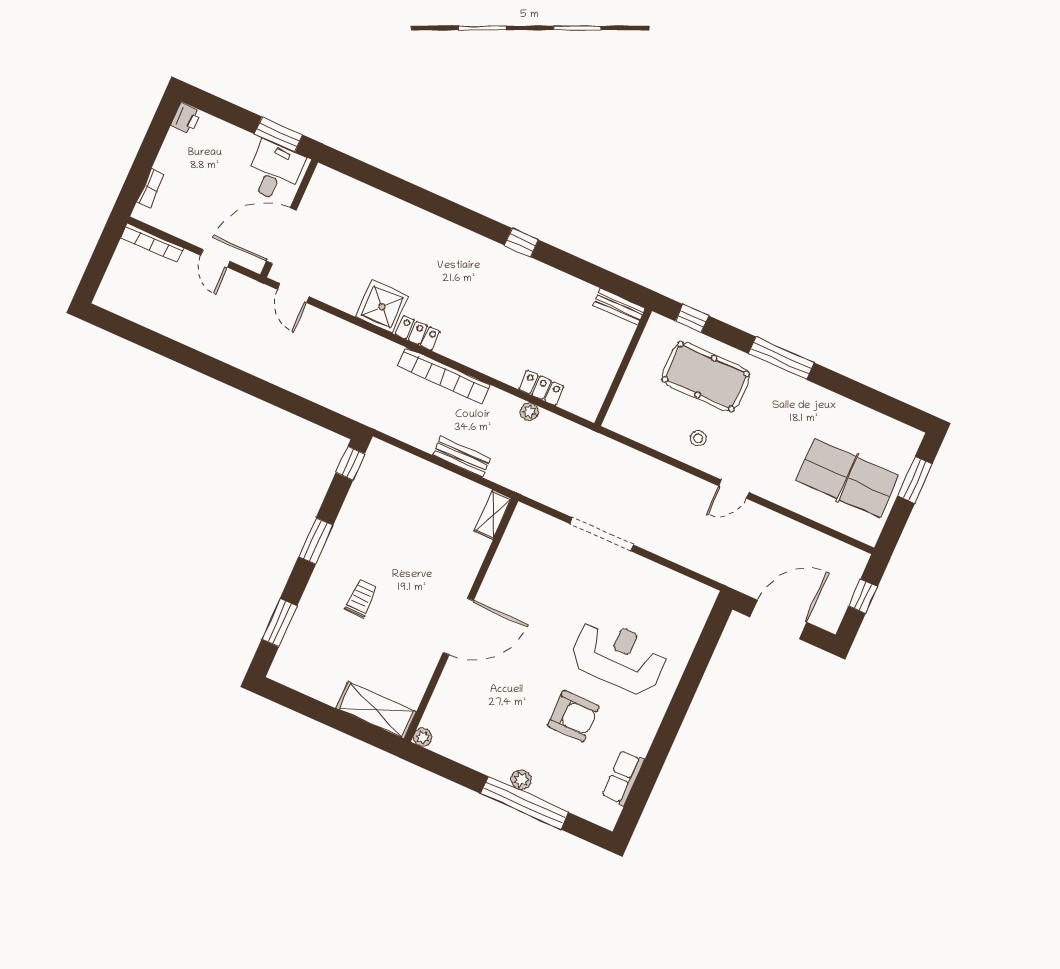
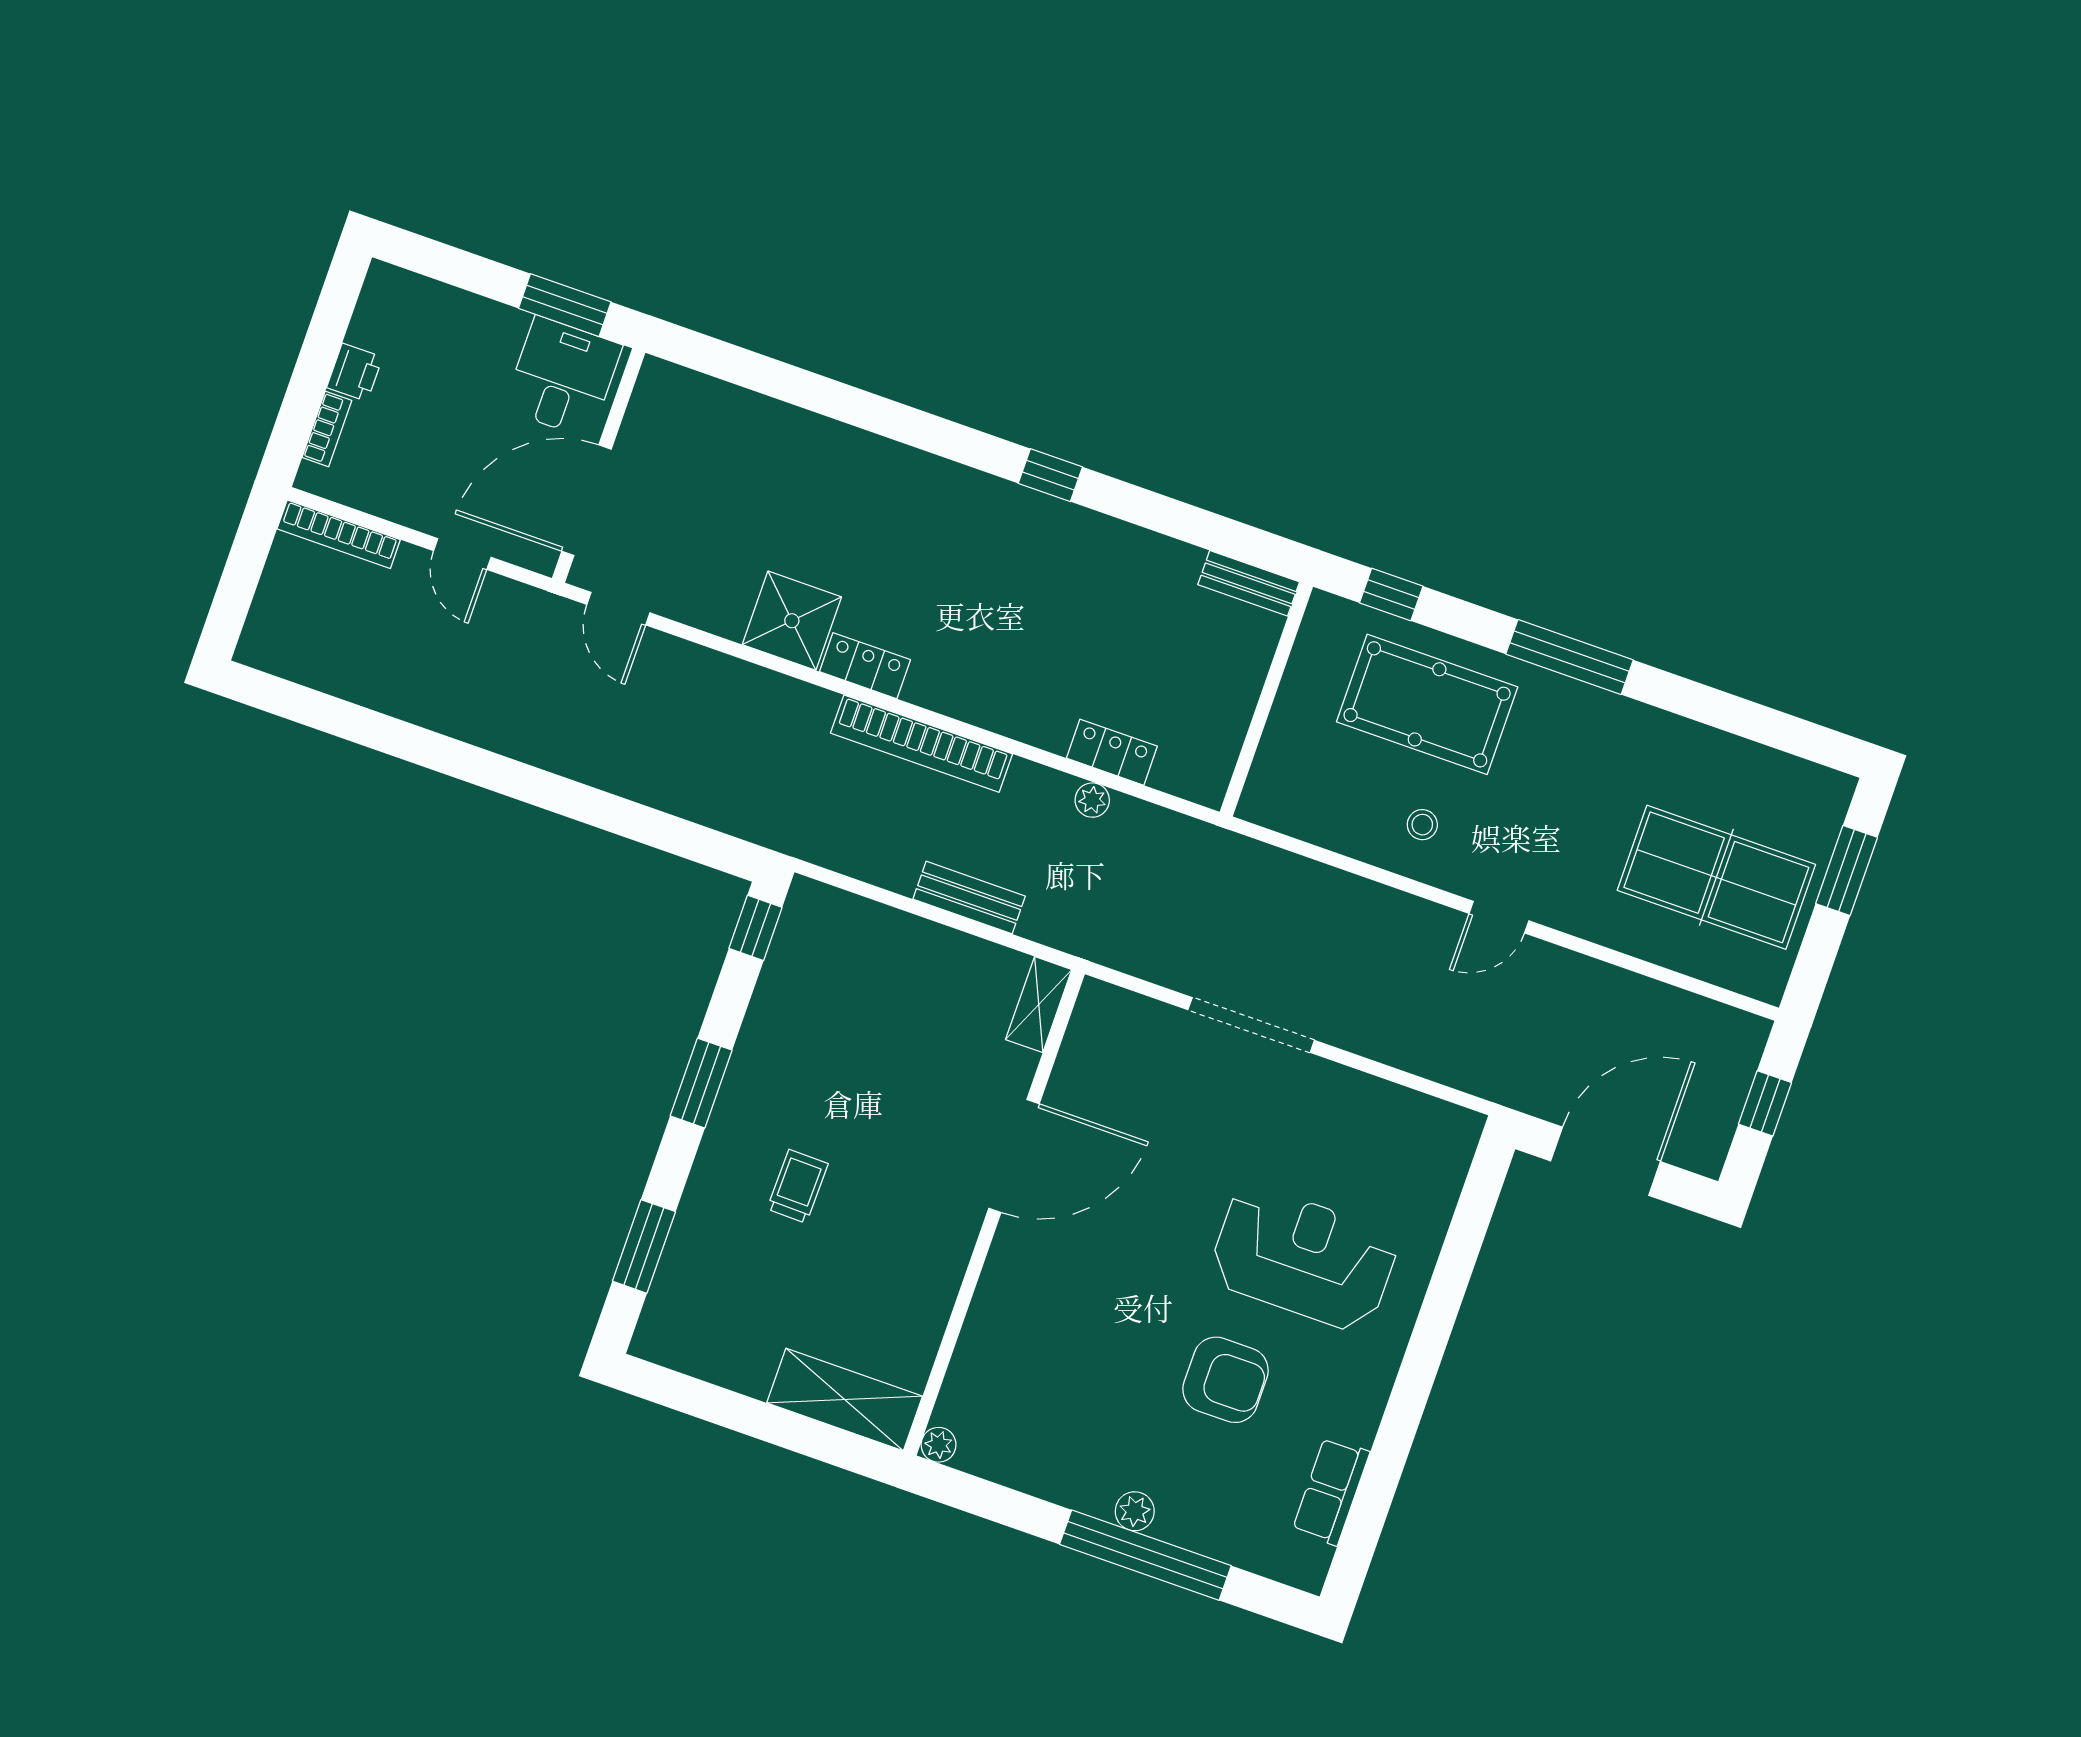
printer: (186, 118) -> (355, 372), moved
door: (458, 626) -> (1014, 1156), moved

